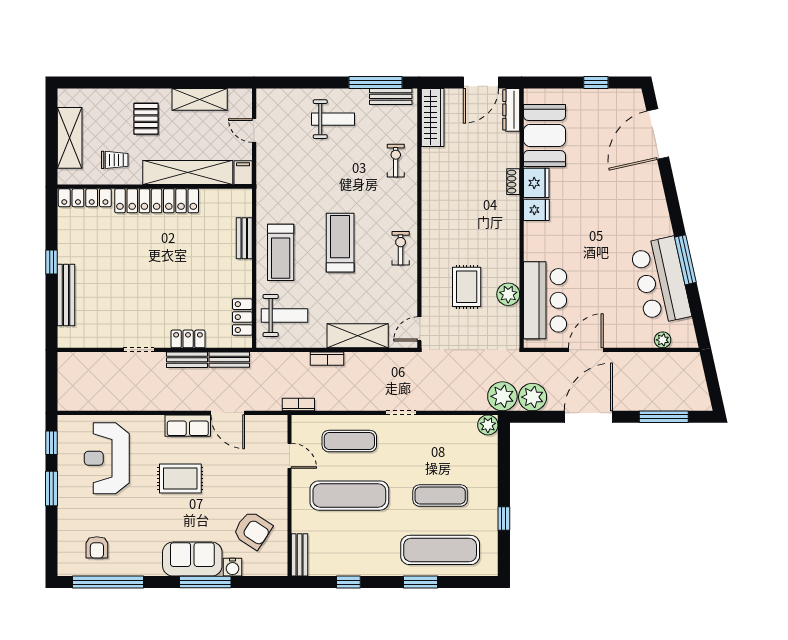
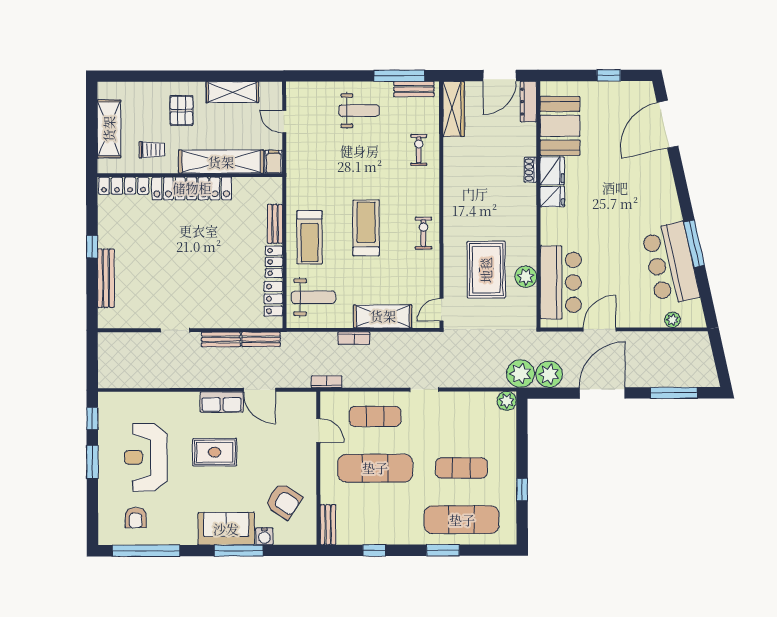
rug: (467, 287) -> (486, 270), width x1.36, depth x1.43
locker: (188, 339) -> (274, 262), moved, turned -90
reception desk: (107, 458) -> (146, 457), moved

